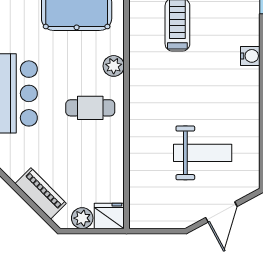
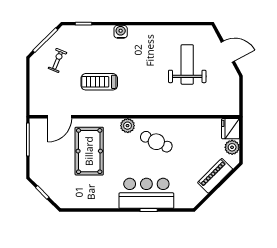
cafe table: (90, 108) -> (156, 142), turned -65

